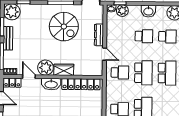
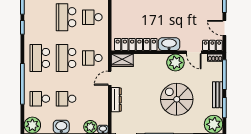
spiral stairs: (64, 27) -> (177, 99), moved
door: (105, 54) -> (110, 78), hinge flipped
wardrobe: (64, 70) -> (122, 60), moved

